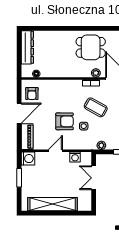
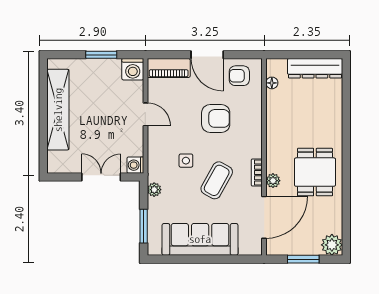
armchair: (65, 121) -> (216, 118), moved, turned -90
washing machine: (75, 157) -> (135, 165), moved

